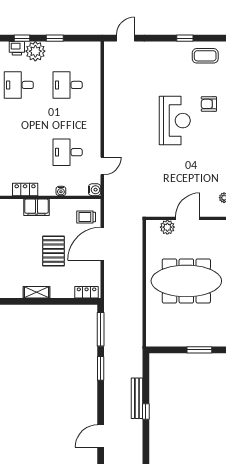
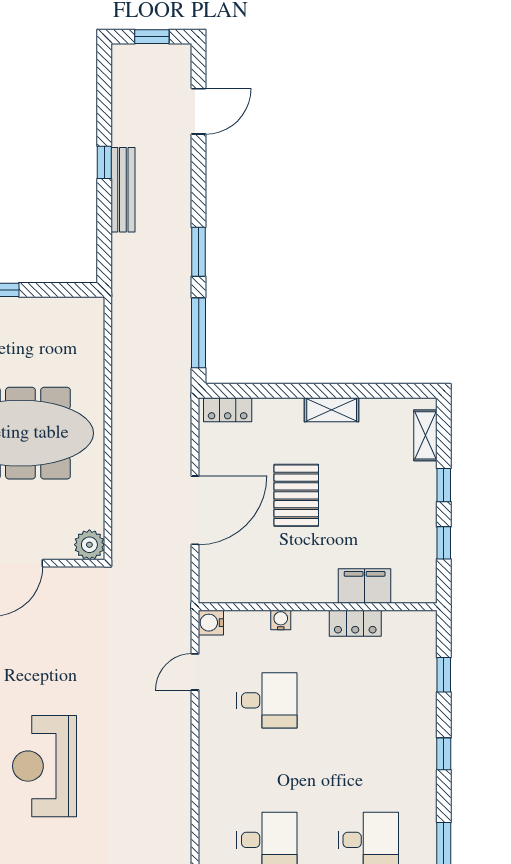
filing cabinet: (36, 207) -> (365, 586), moved
trolley: (86, 217) -> (228, 566), removed
plant: (167, 227) -> (89, 545), moved

